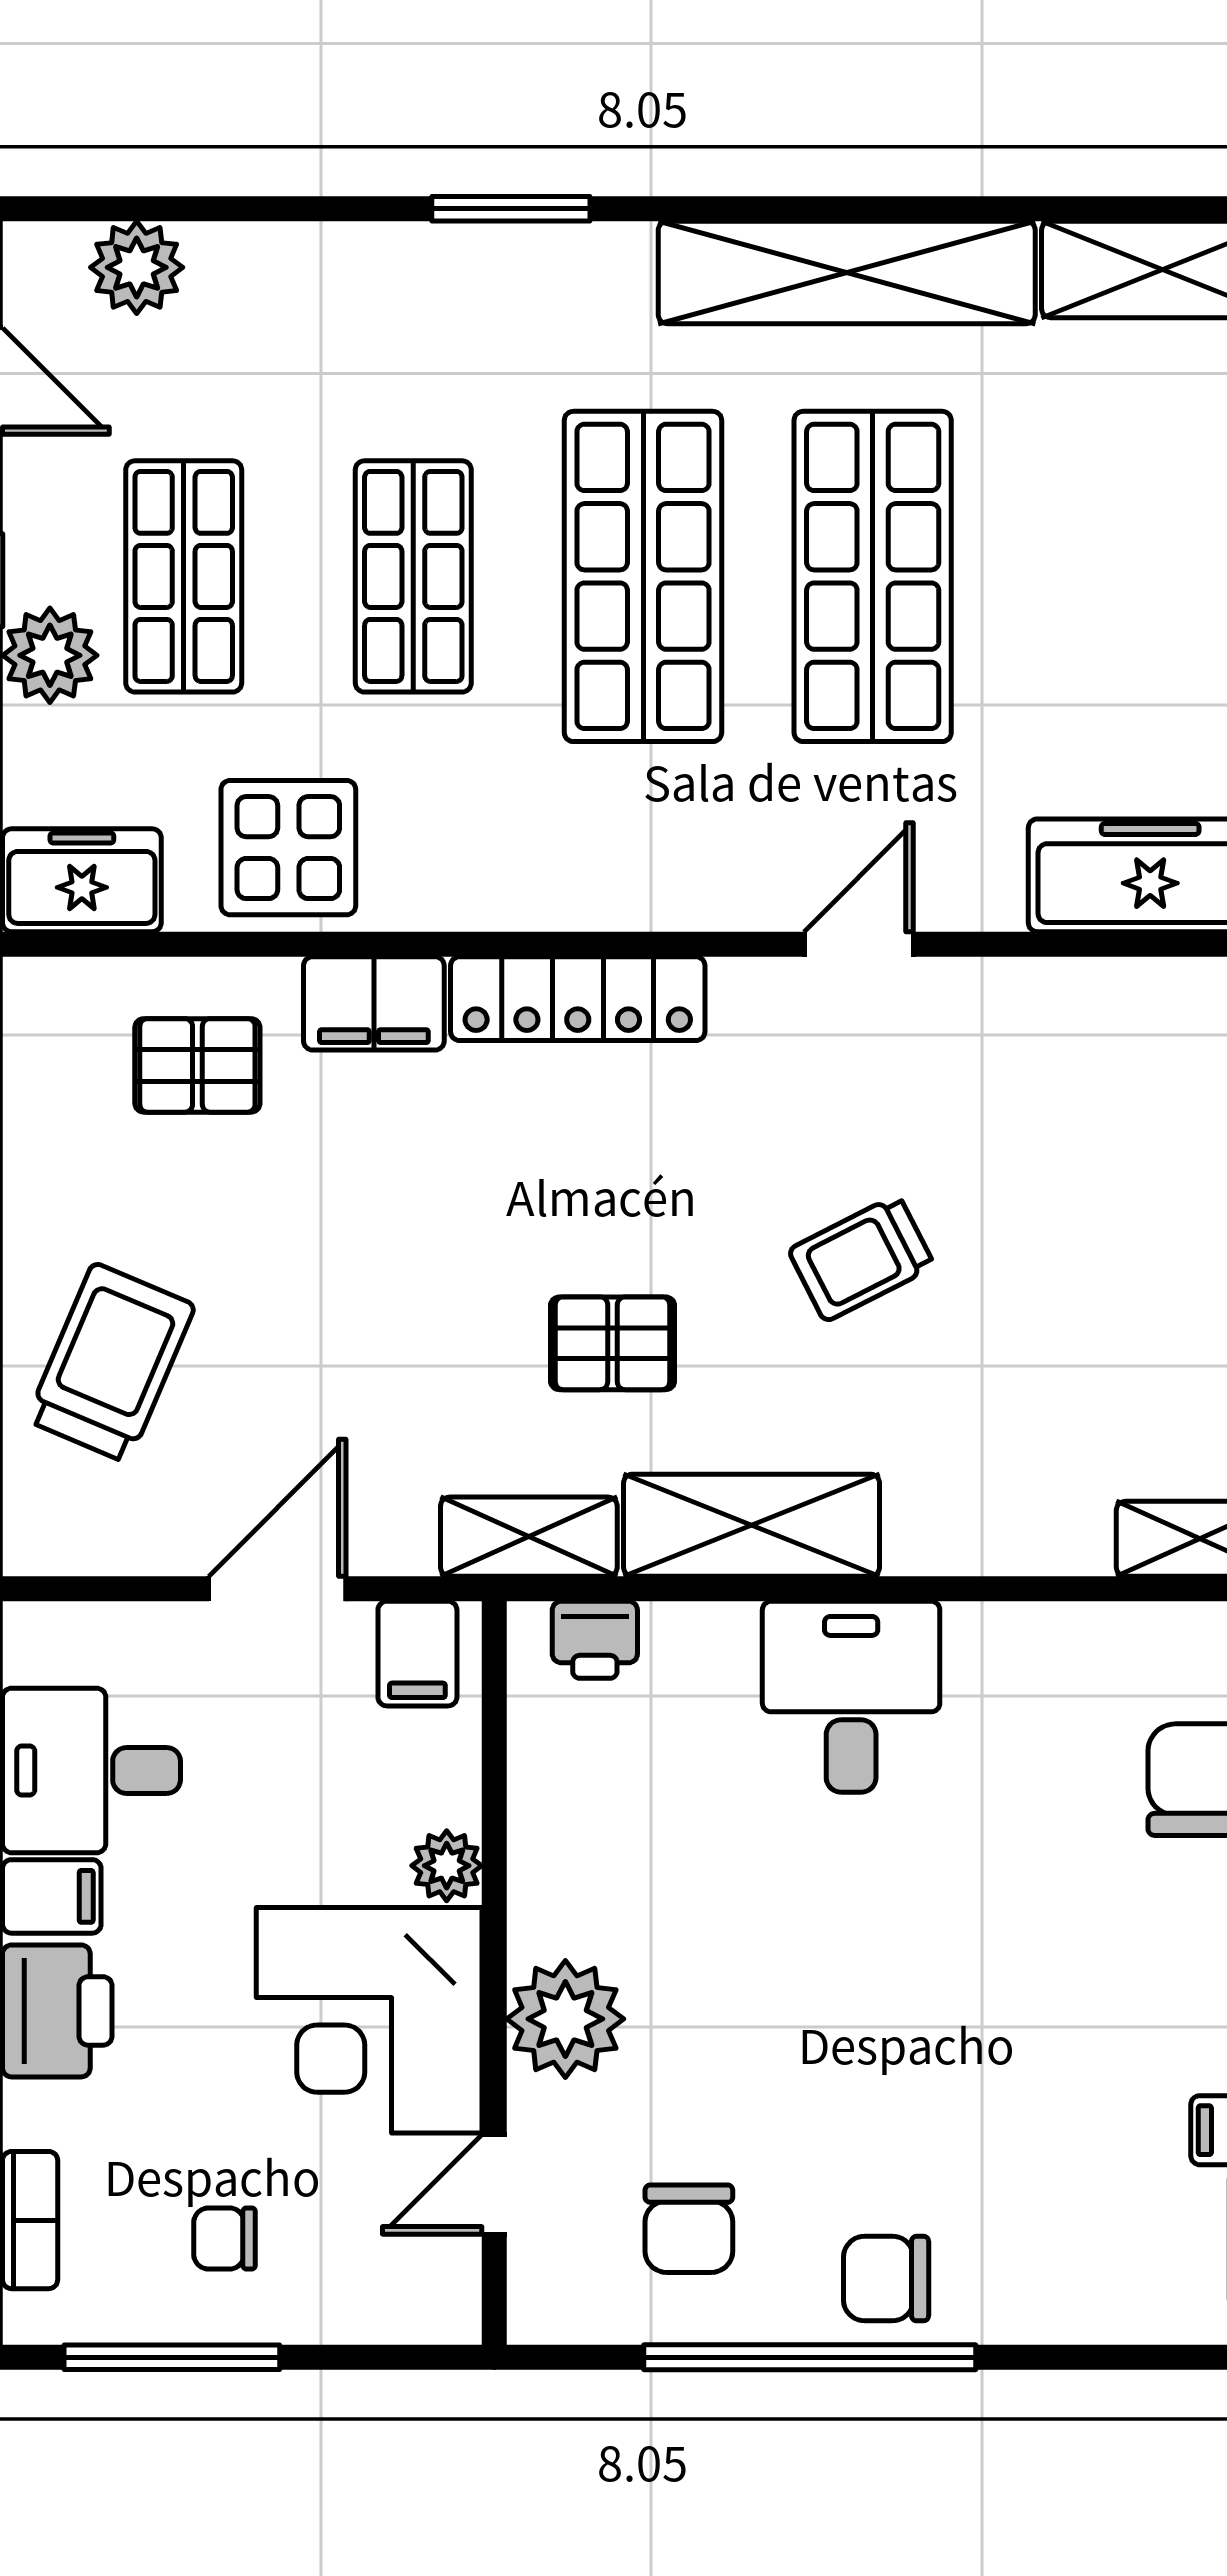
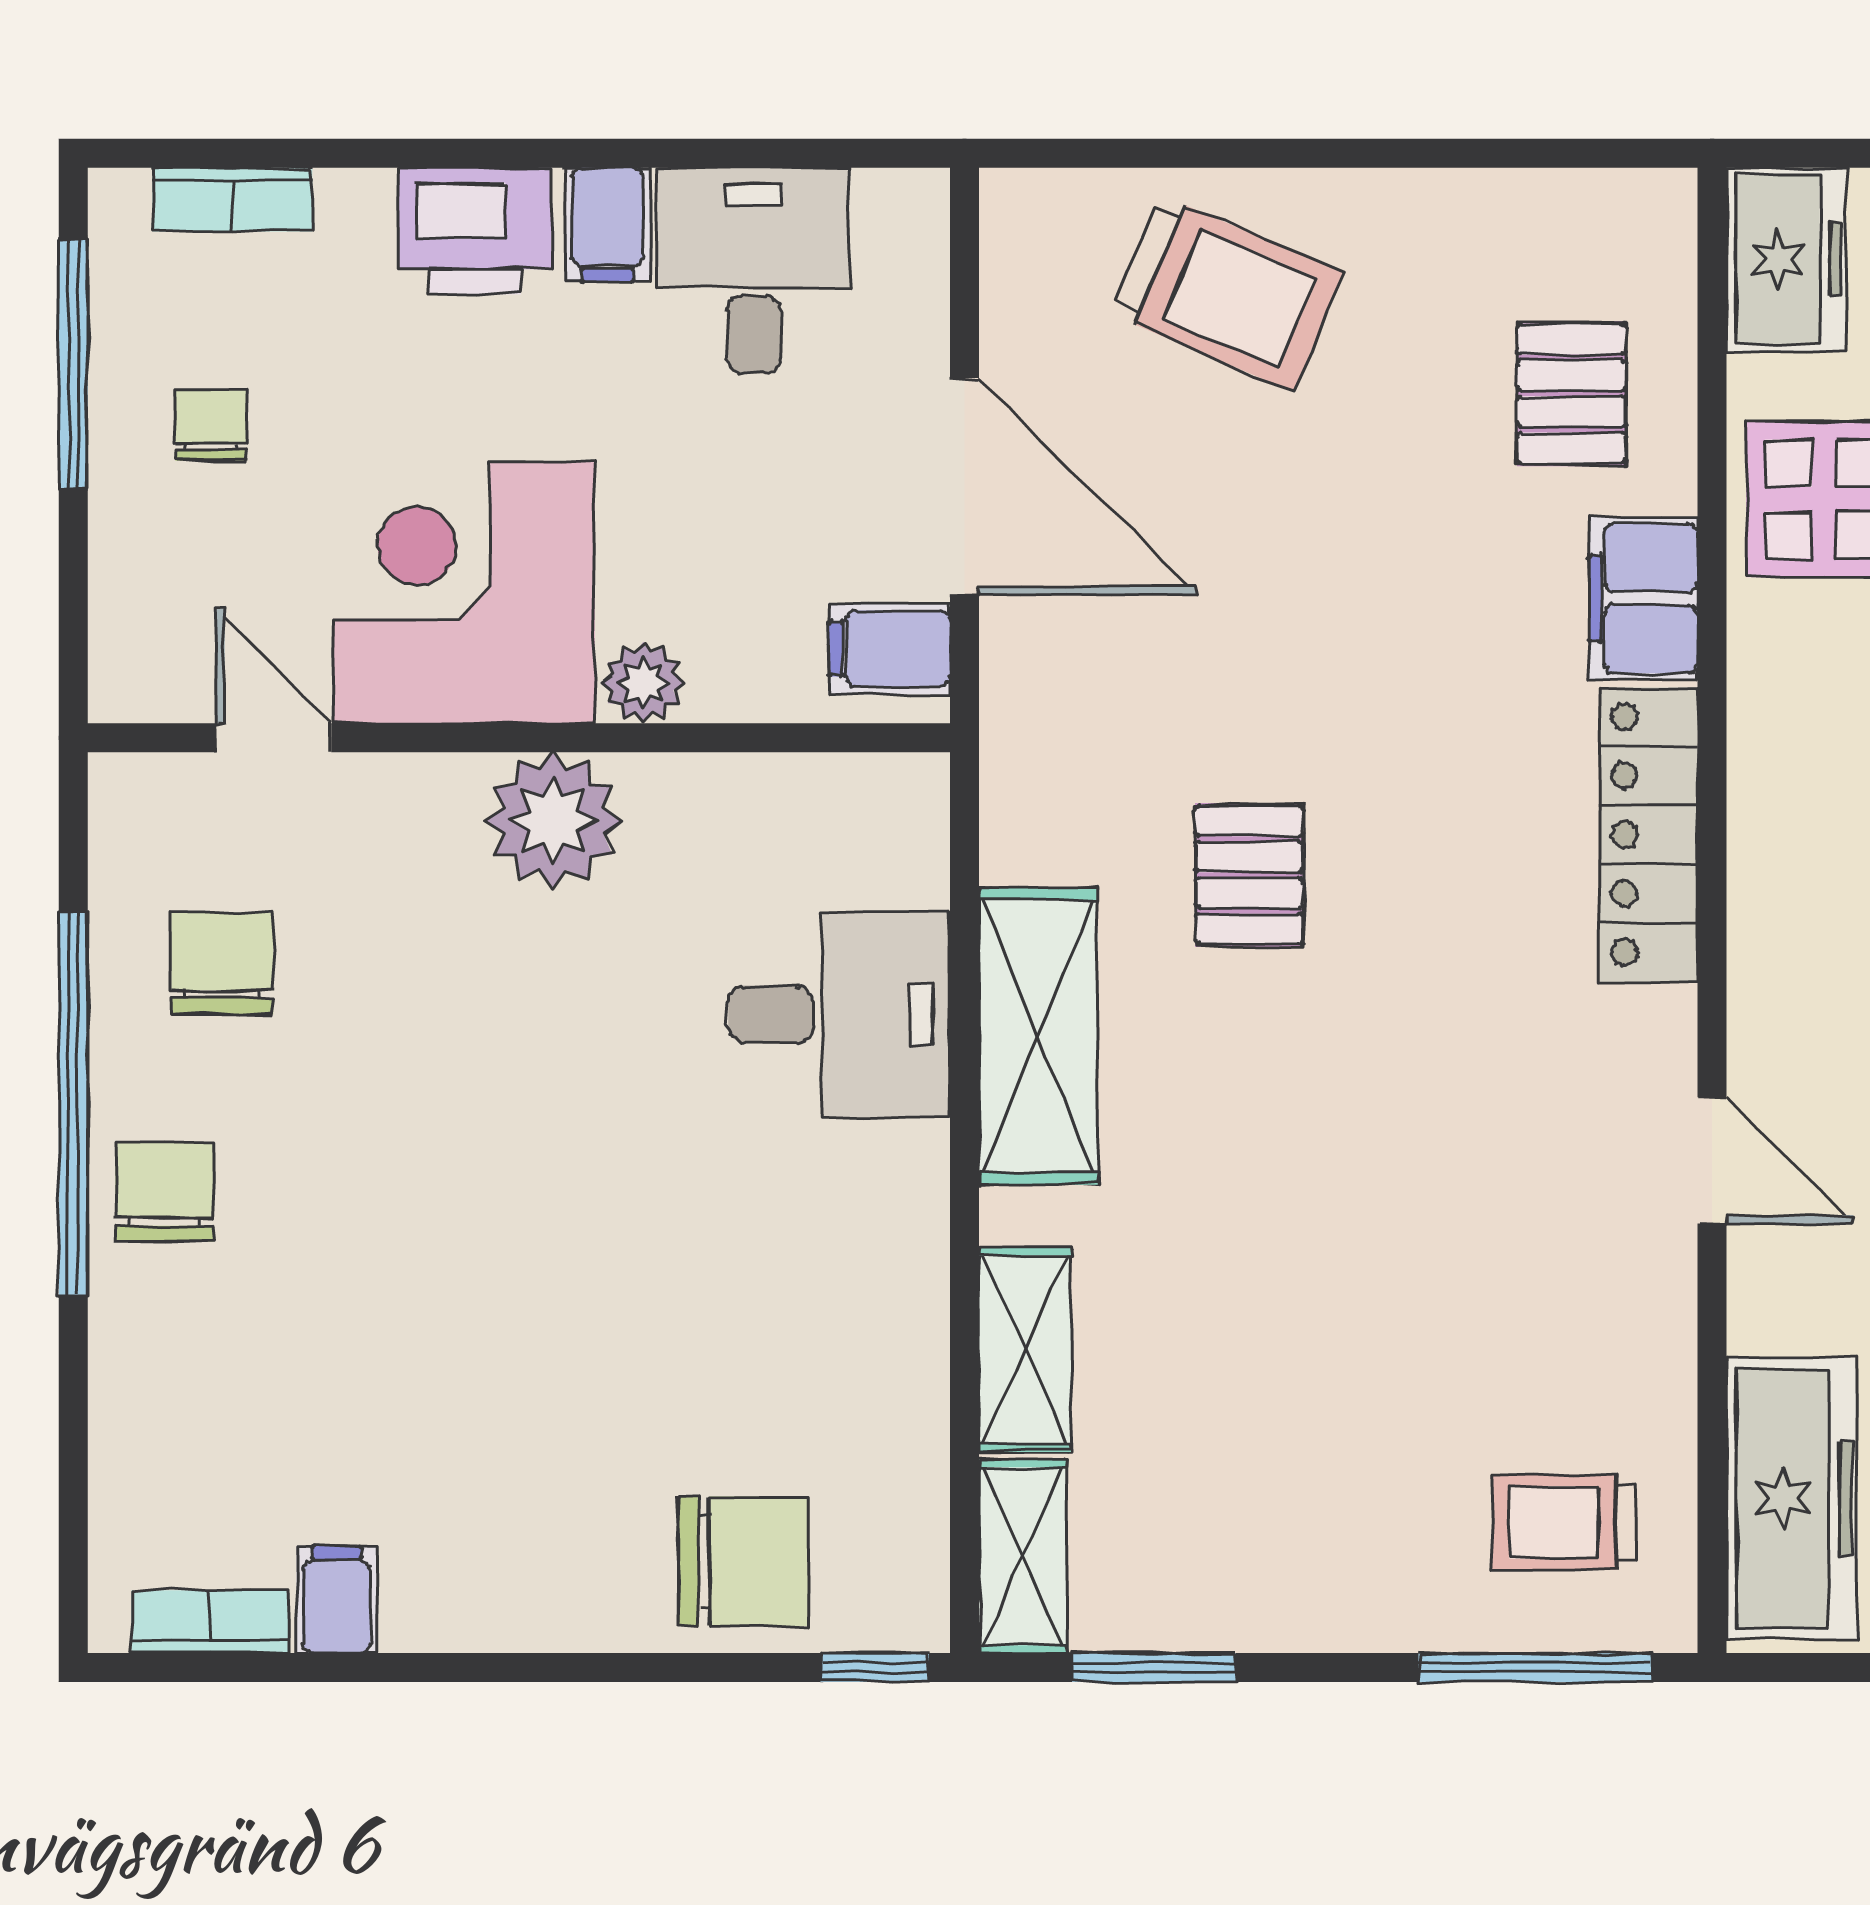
trolley: (861, 1258) -> (1564, 1522), moved, turned -63
shelving: (529, 1537) -> (1025, 1350), moved
door: (277, 1589) -> (965, 486), width x1.36
printer: (595, 1640) -> (905, 855), removed
desk: (851, 1697) -> (839, 1014), moved
plant: (565, 2019) -> (553, 820), moved
chair: (689, 2229) -> (222, 964), turned 90

